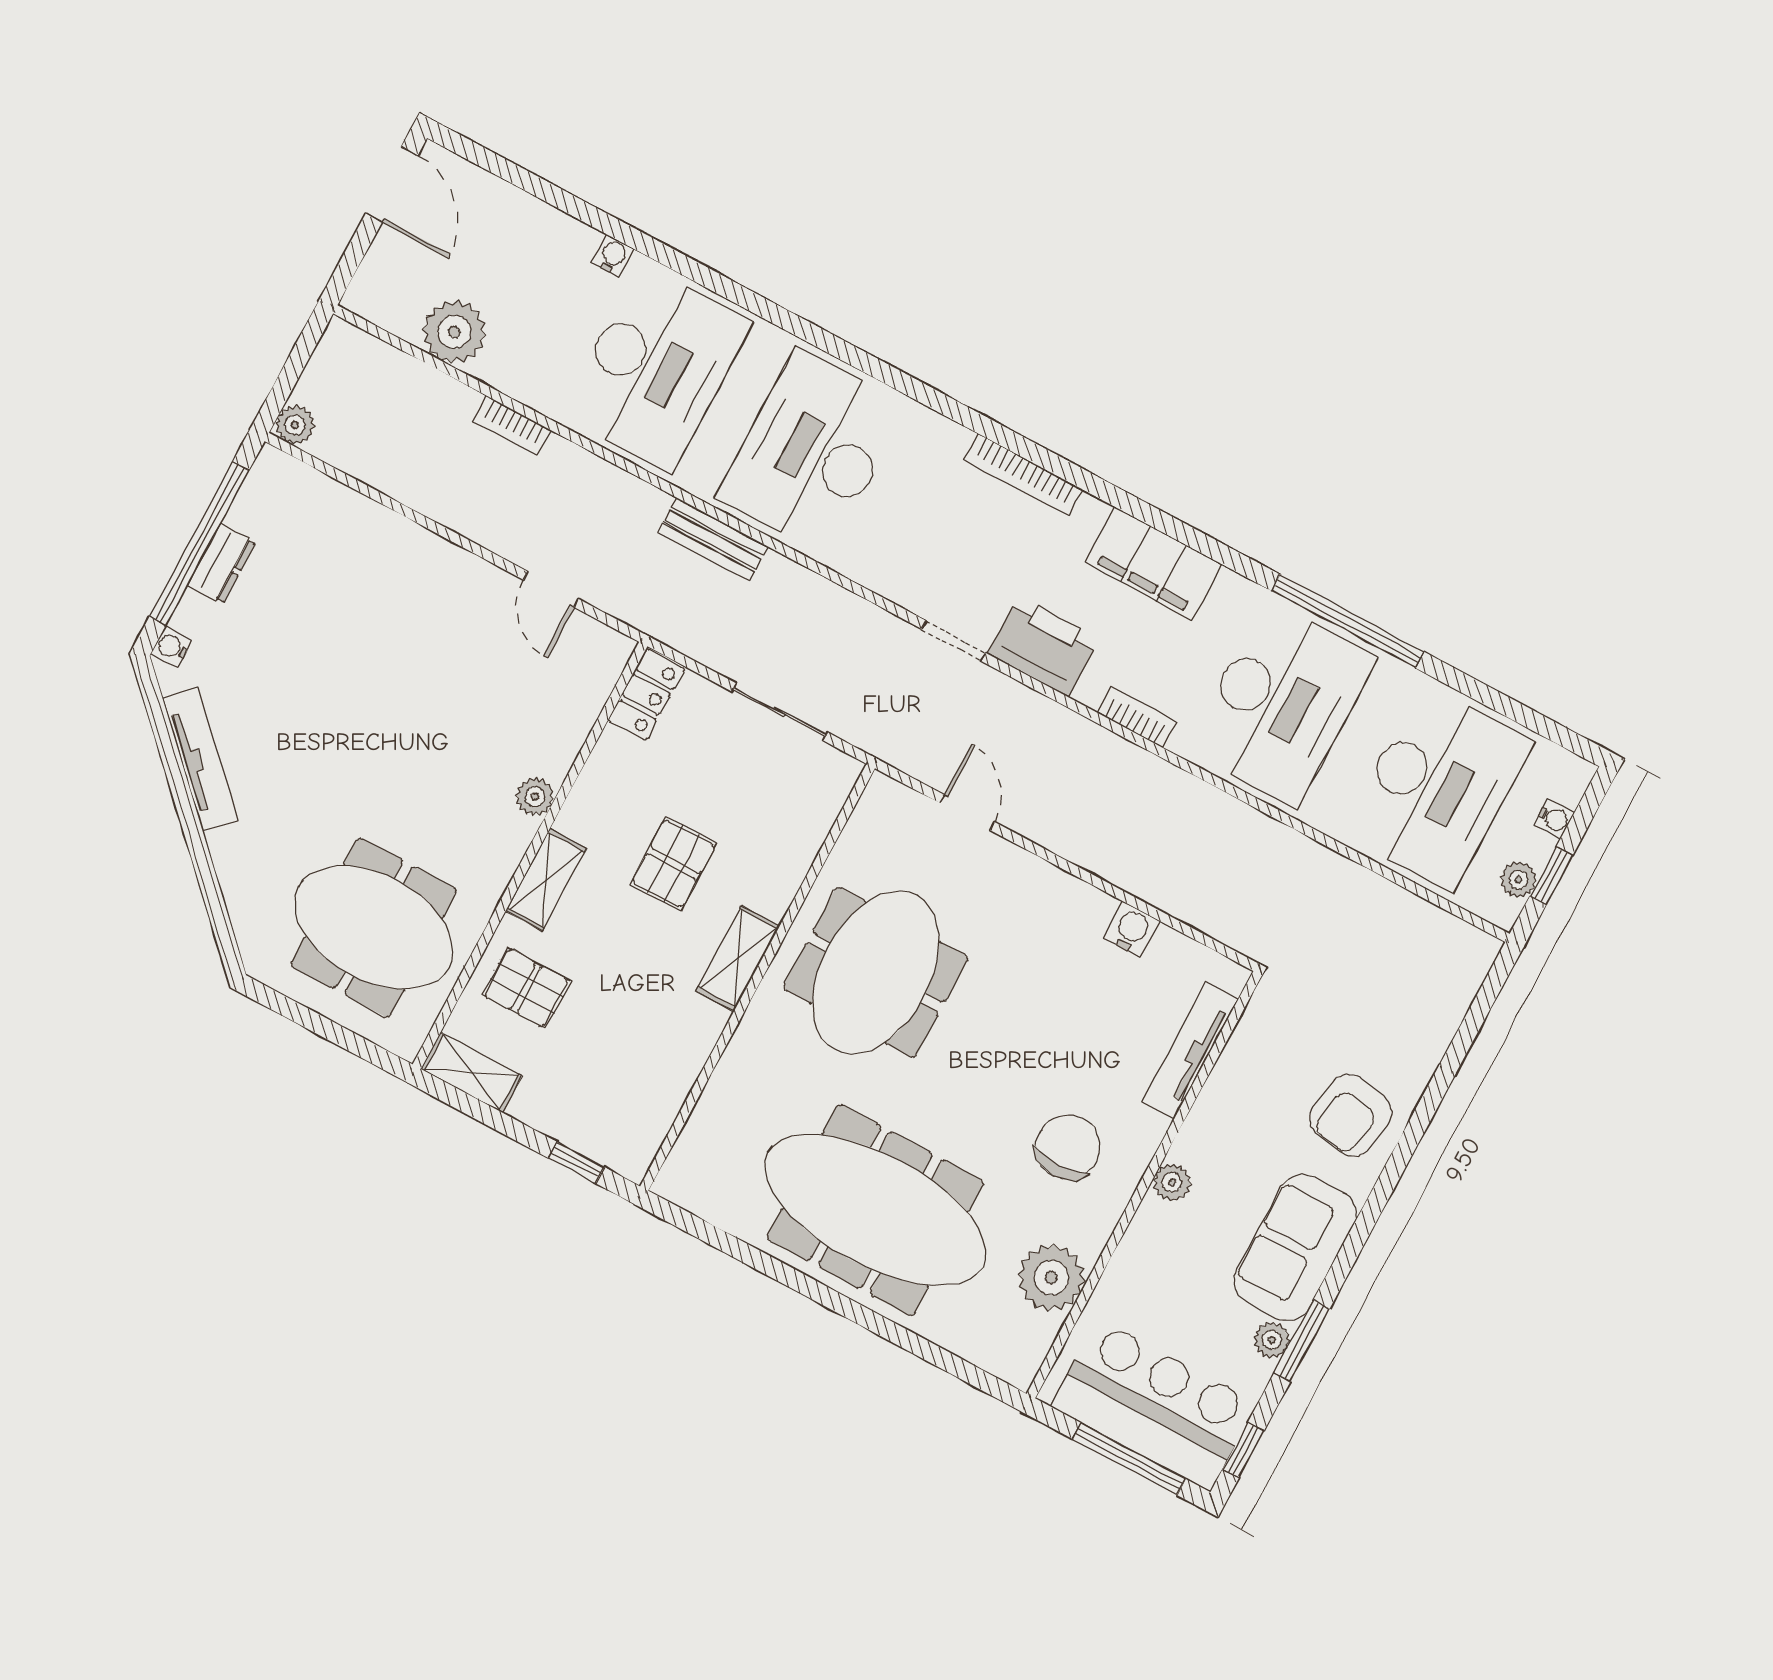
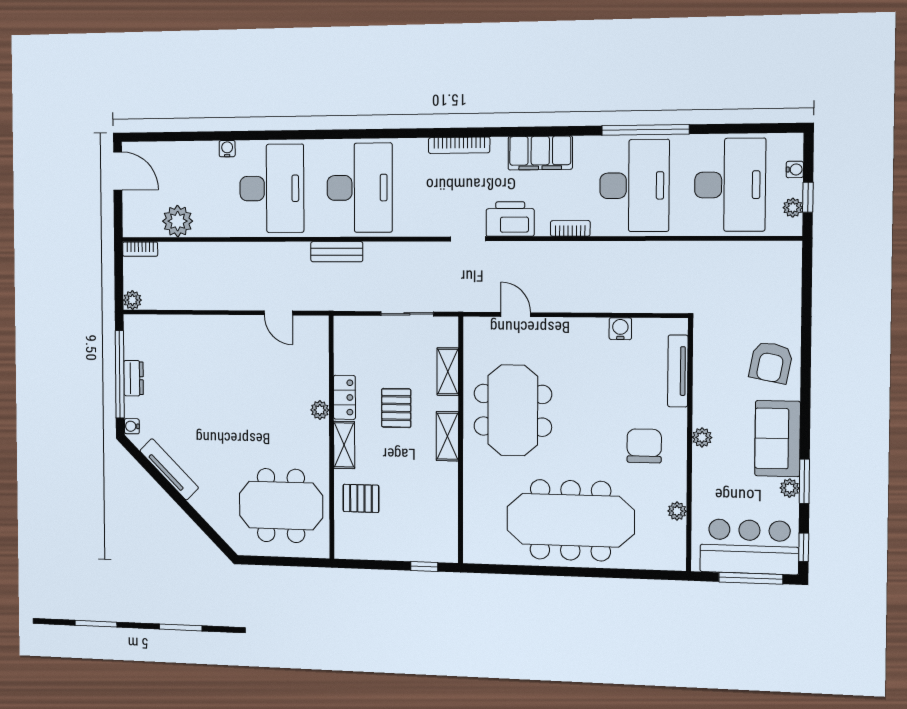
bookcase: (512, 426) -> (140, 249), moved
desk: (812, 452) -> (360, 188), turned 180
locker: (646, 695) -> (344, 397), moved
shelving: (471, 1072) -> (448, 372), moved, turned 90
plant: (1051, 1278) -> (677, 511), width x0.53, depth x0.53

